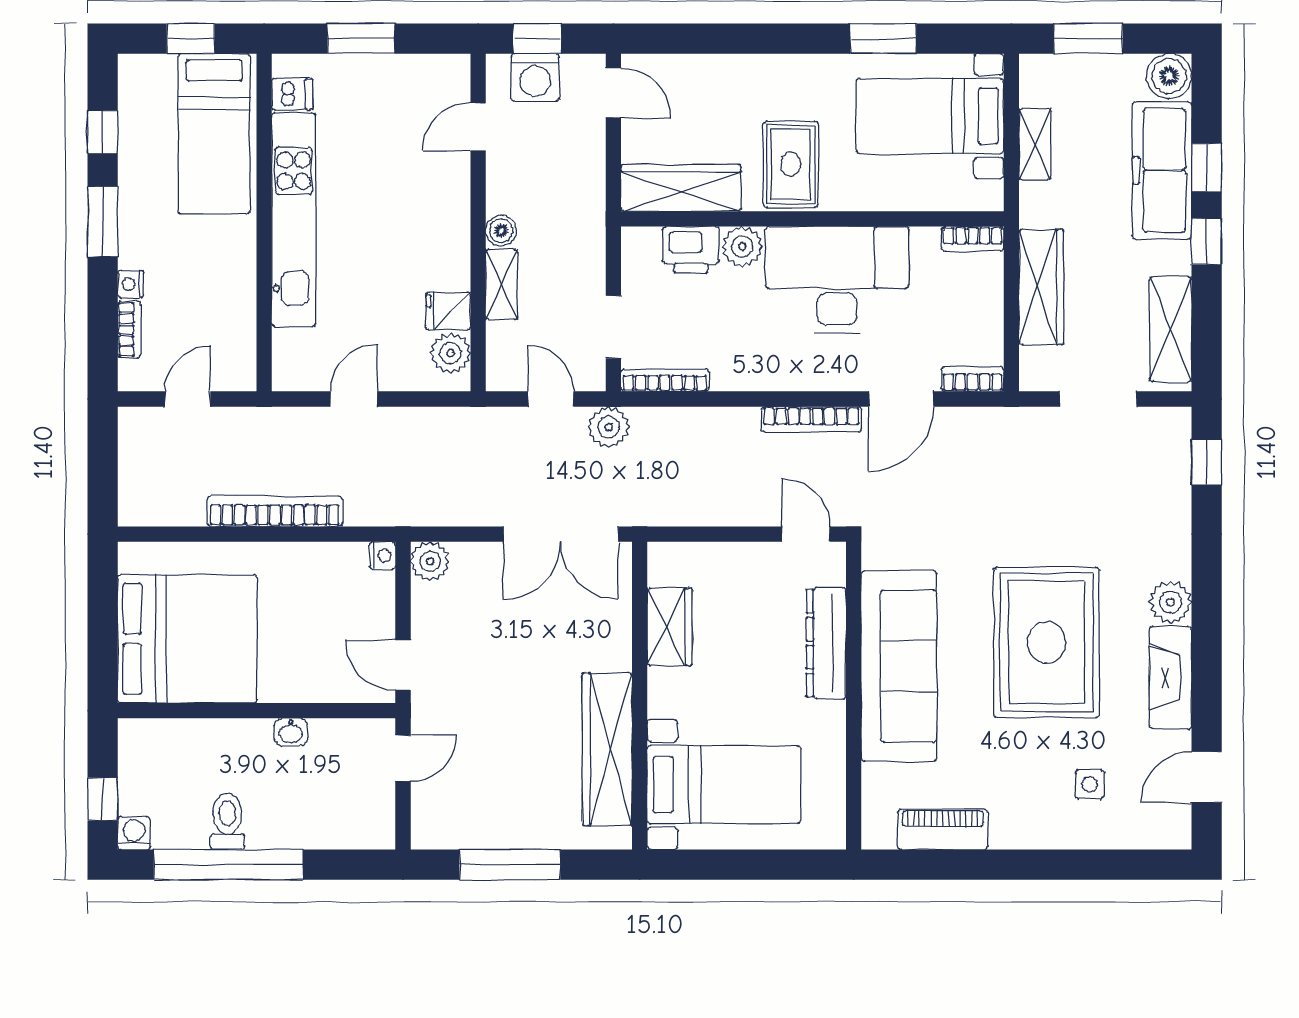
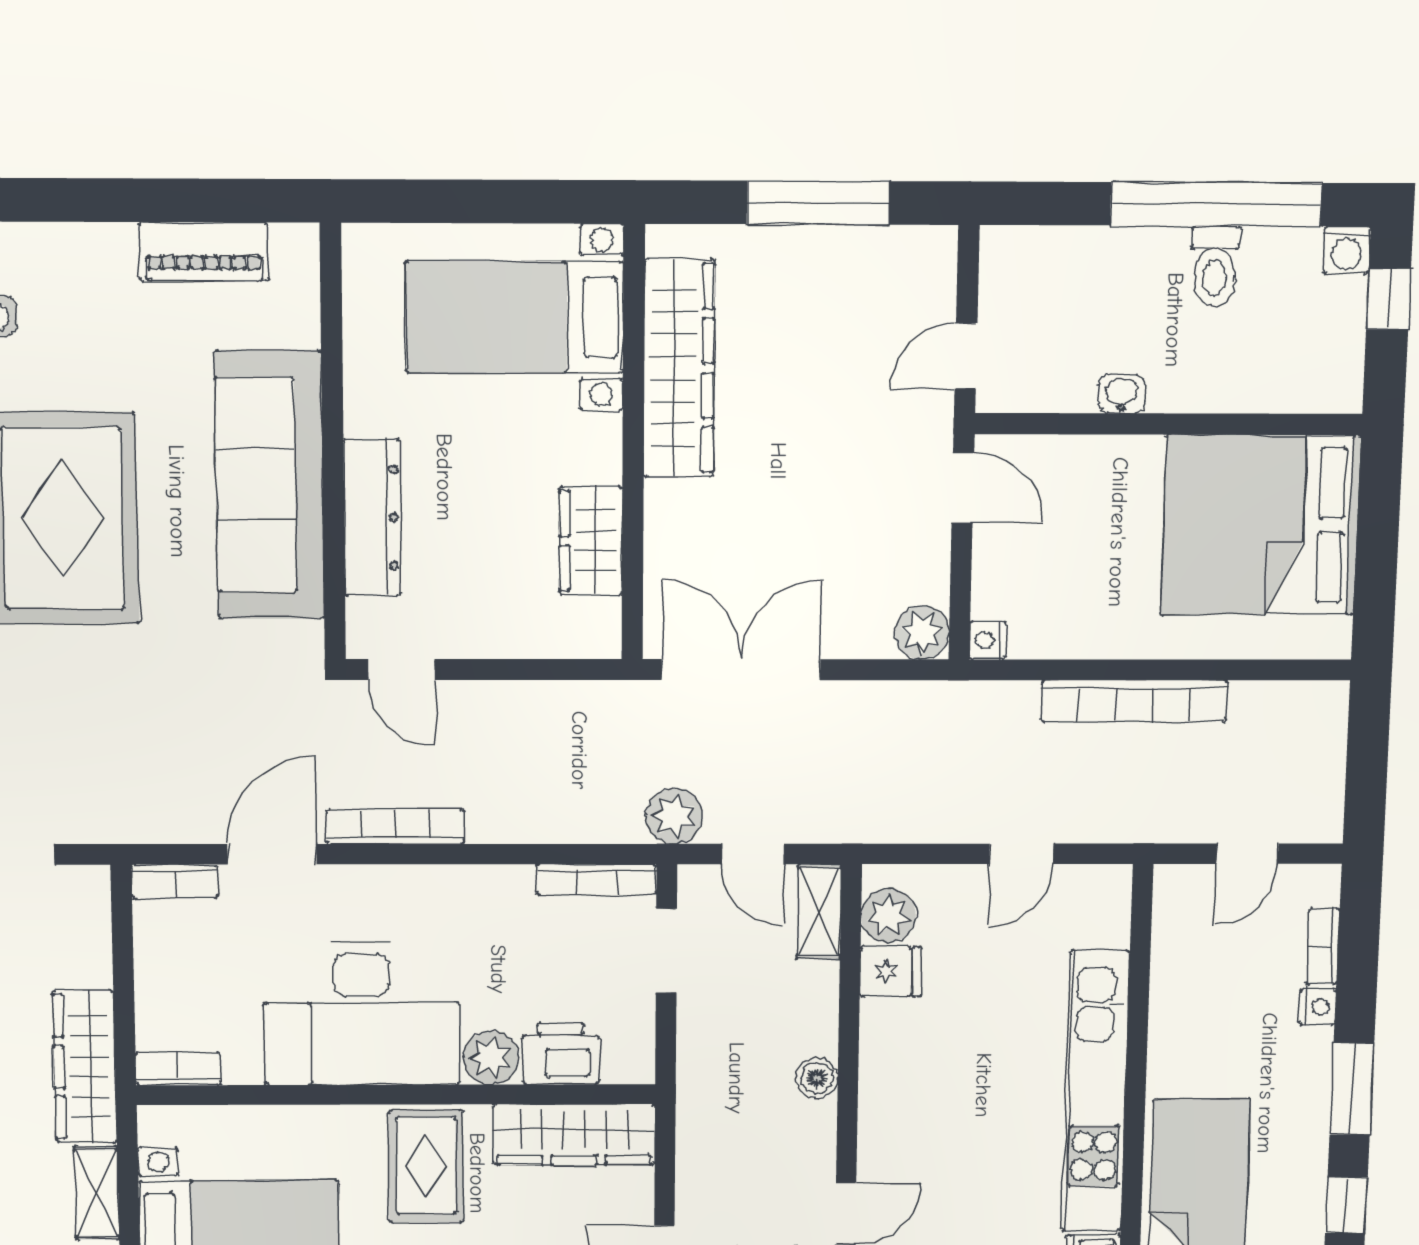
shelving: (501, 284) -> (819, 911), moved
wardrobe: (1041, 287) -> (85, 1067), moved

